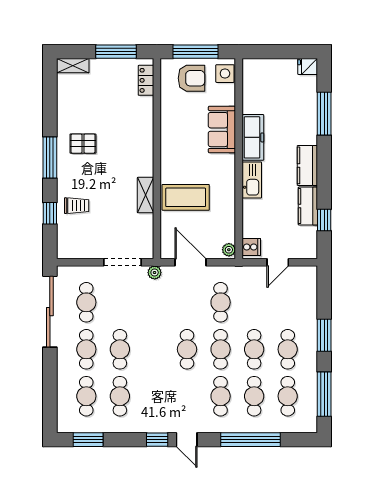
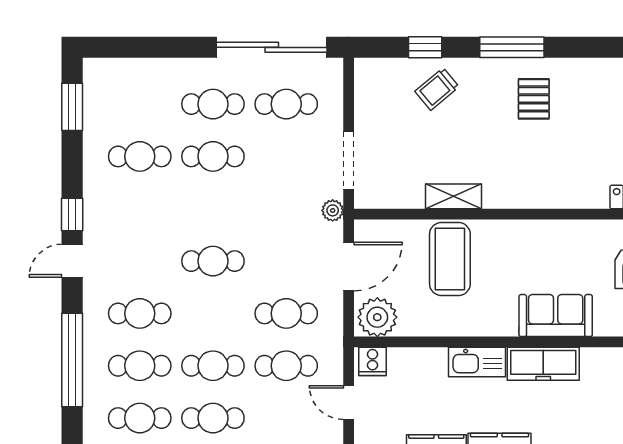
trolley: (77, 206) -> (437, 89), turned 50
plant: (229, 250) -> (377, 317), width x1.87, depth x1.87
cafe table: (221, 349) -> (286, 366), moved
cafe table: (86, 396) -> (140, 104), removed

